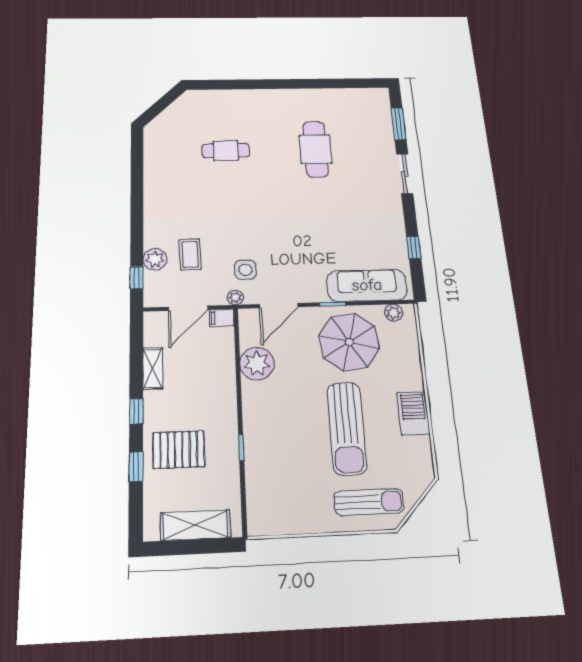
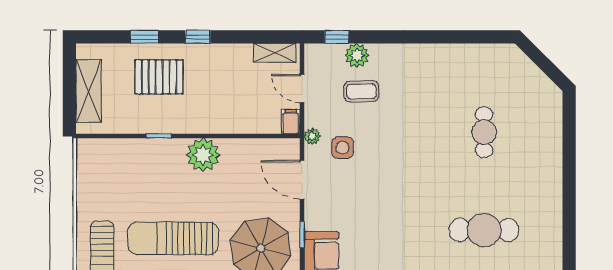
door: (188, 308) -> (302, 88), width x0.73
plant: (257, 364) -> (203, 155), moved
shelving: (153, 368) -> (275, 53), moved
pallet: (179, 450) -> (159, 77), turned 90

